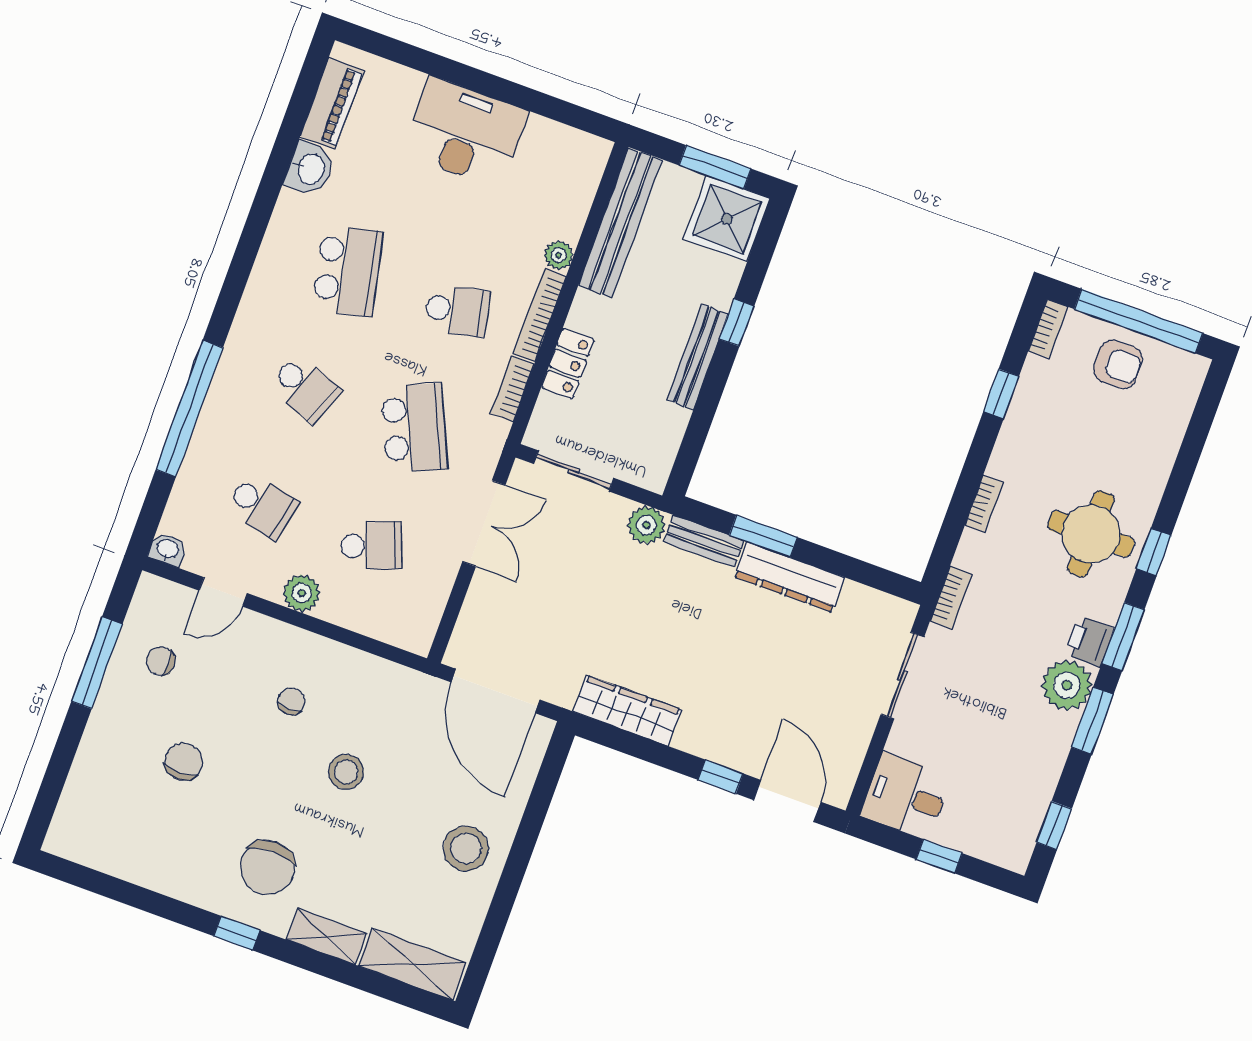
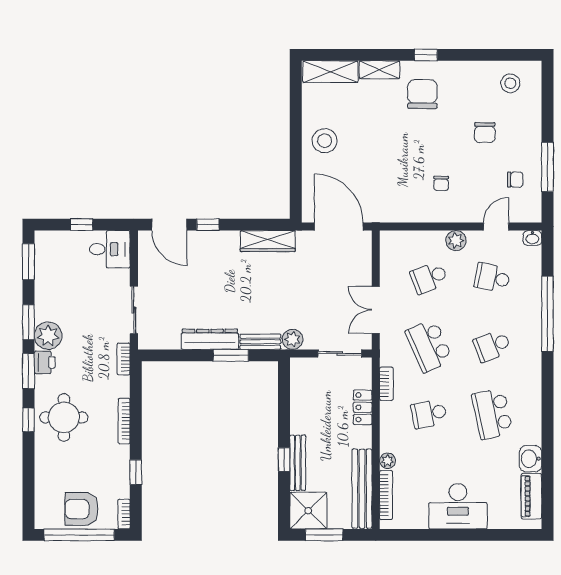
bookcase: (540, 315) -> (386, 495), moved
bench: (697, 357) -> (298, 463), moved
armchair: (1118, 364) -> (82, 509), width x1.38, depth x1.38
school desk: (305, 388) -> (492, 346), turned -42
bookcase: (984, 504) -> (124, 421), width x1.56
stool: (346, 772) -> (510, 83), moved
window: (1054, 825) -> (28, 262), width x1.50

